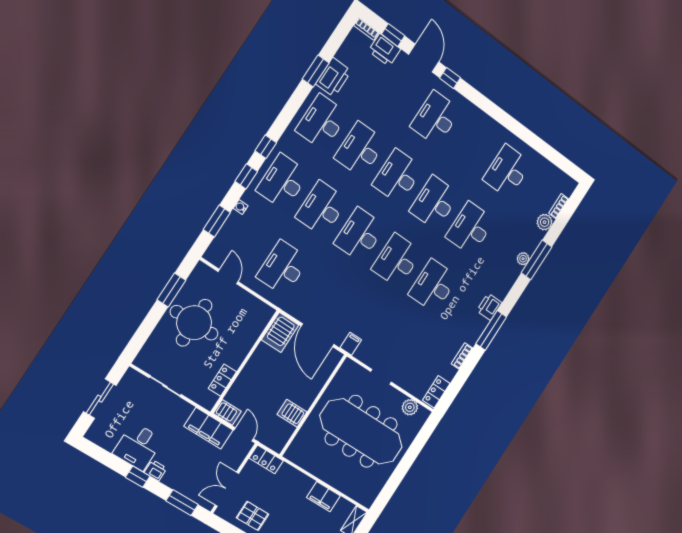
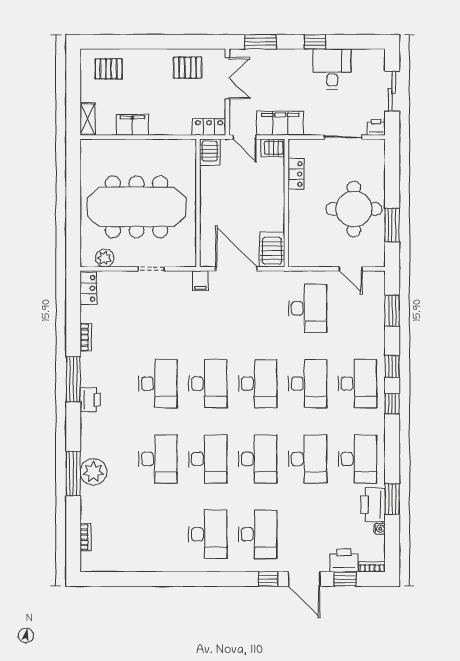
desk: (507, 171) -> (208, 534), moved
water cooler: (241, 207) -> (380, 529), moved
plant: (545, 222) -> (89, 513), removed
plant: (523, 259) -> (94, 472), width x1.87, depth x1.87
server rack: (292, 413) -> (210, 152), moved, turned 90
printer: (156, 470) -> (376, 127), moved, turned 180

